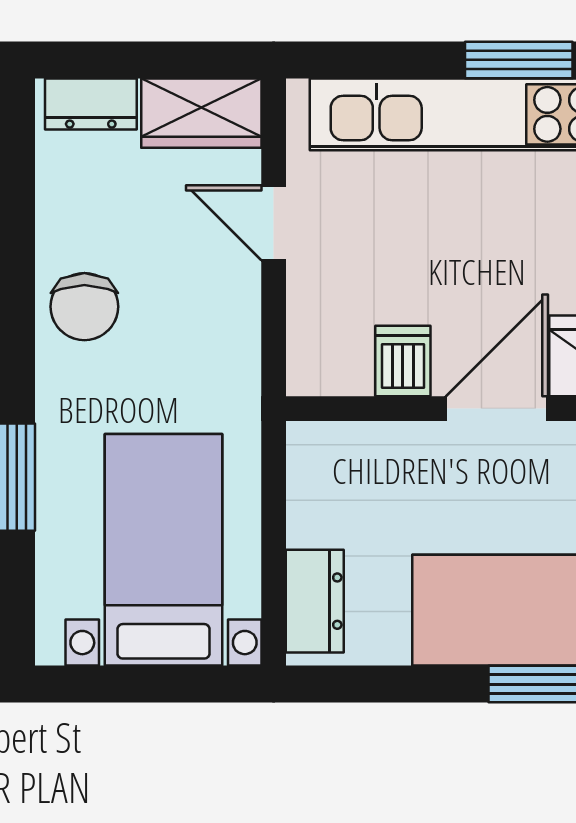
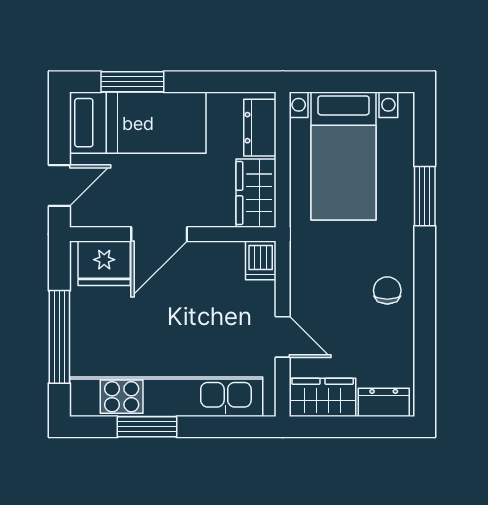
chair: (84, 307) -> (387, 290), width x0.73, depth x0.73
dishwasher: (403, 361) -> (261, 260), moved
wardrobe: (322, 483) -> (256, 193), added

